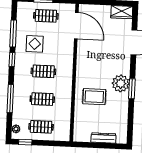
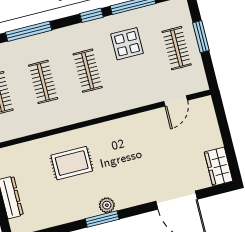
door: (76, 26) -> (176, 101), width x0.53
plant: (121, 83) -> (107, 205), width x0.53, depth x0.53
rug: (94, 97) -> (72, 163), turned 90

